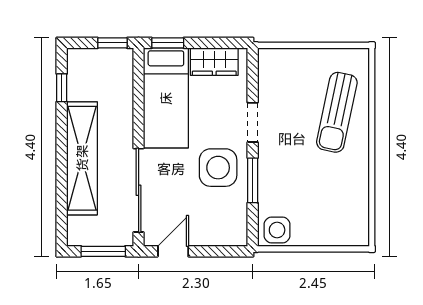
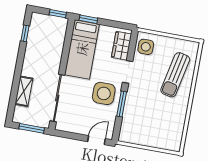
wardrobe: (214, 62) -> (122, 46), moved, turned 90
shelving: (82, 158) -> (24, 91), width x0.45, depth x0.75
side table: (277, 230) -> (146, 47), moved
door: (173, 251) -> (96, 140), moved

